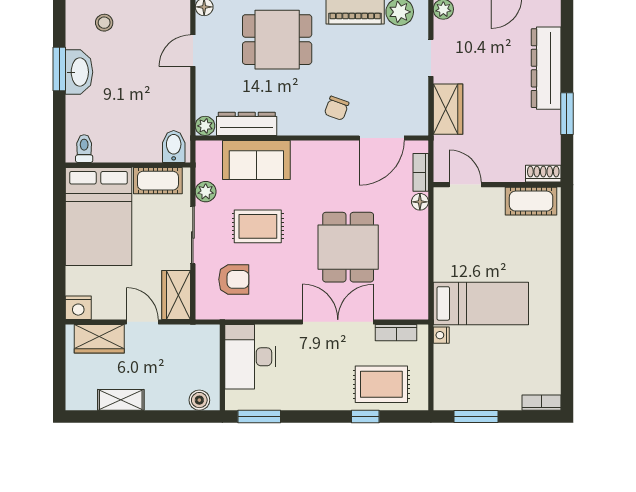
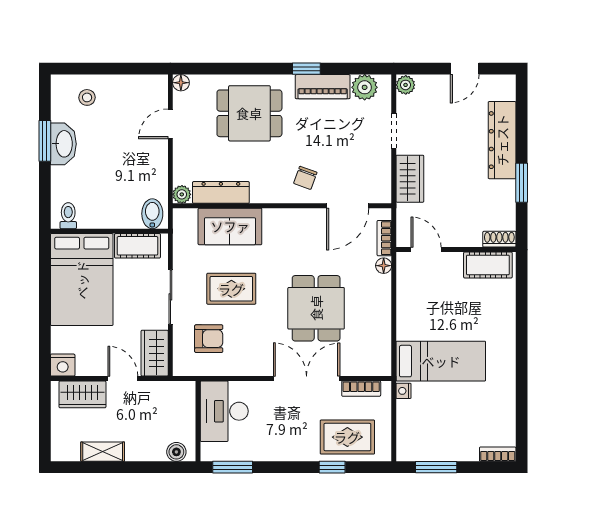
plant: (206, 192) -> (182, 256), removed

